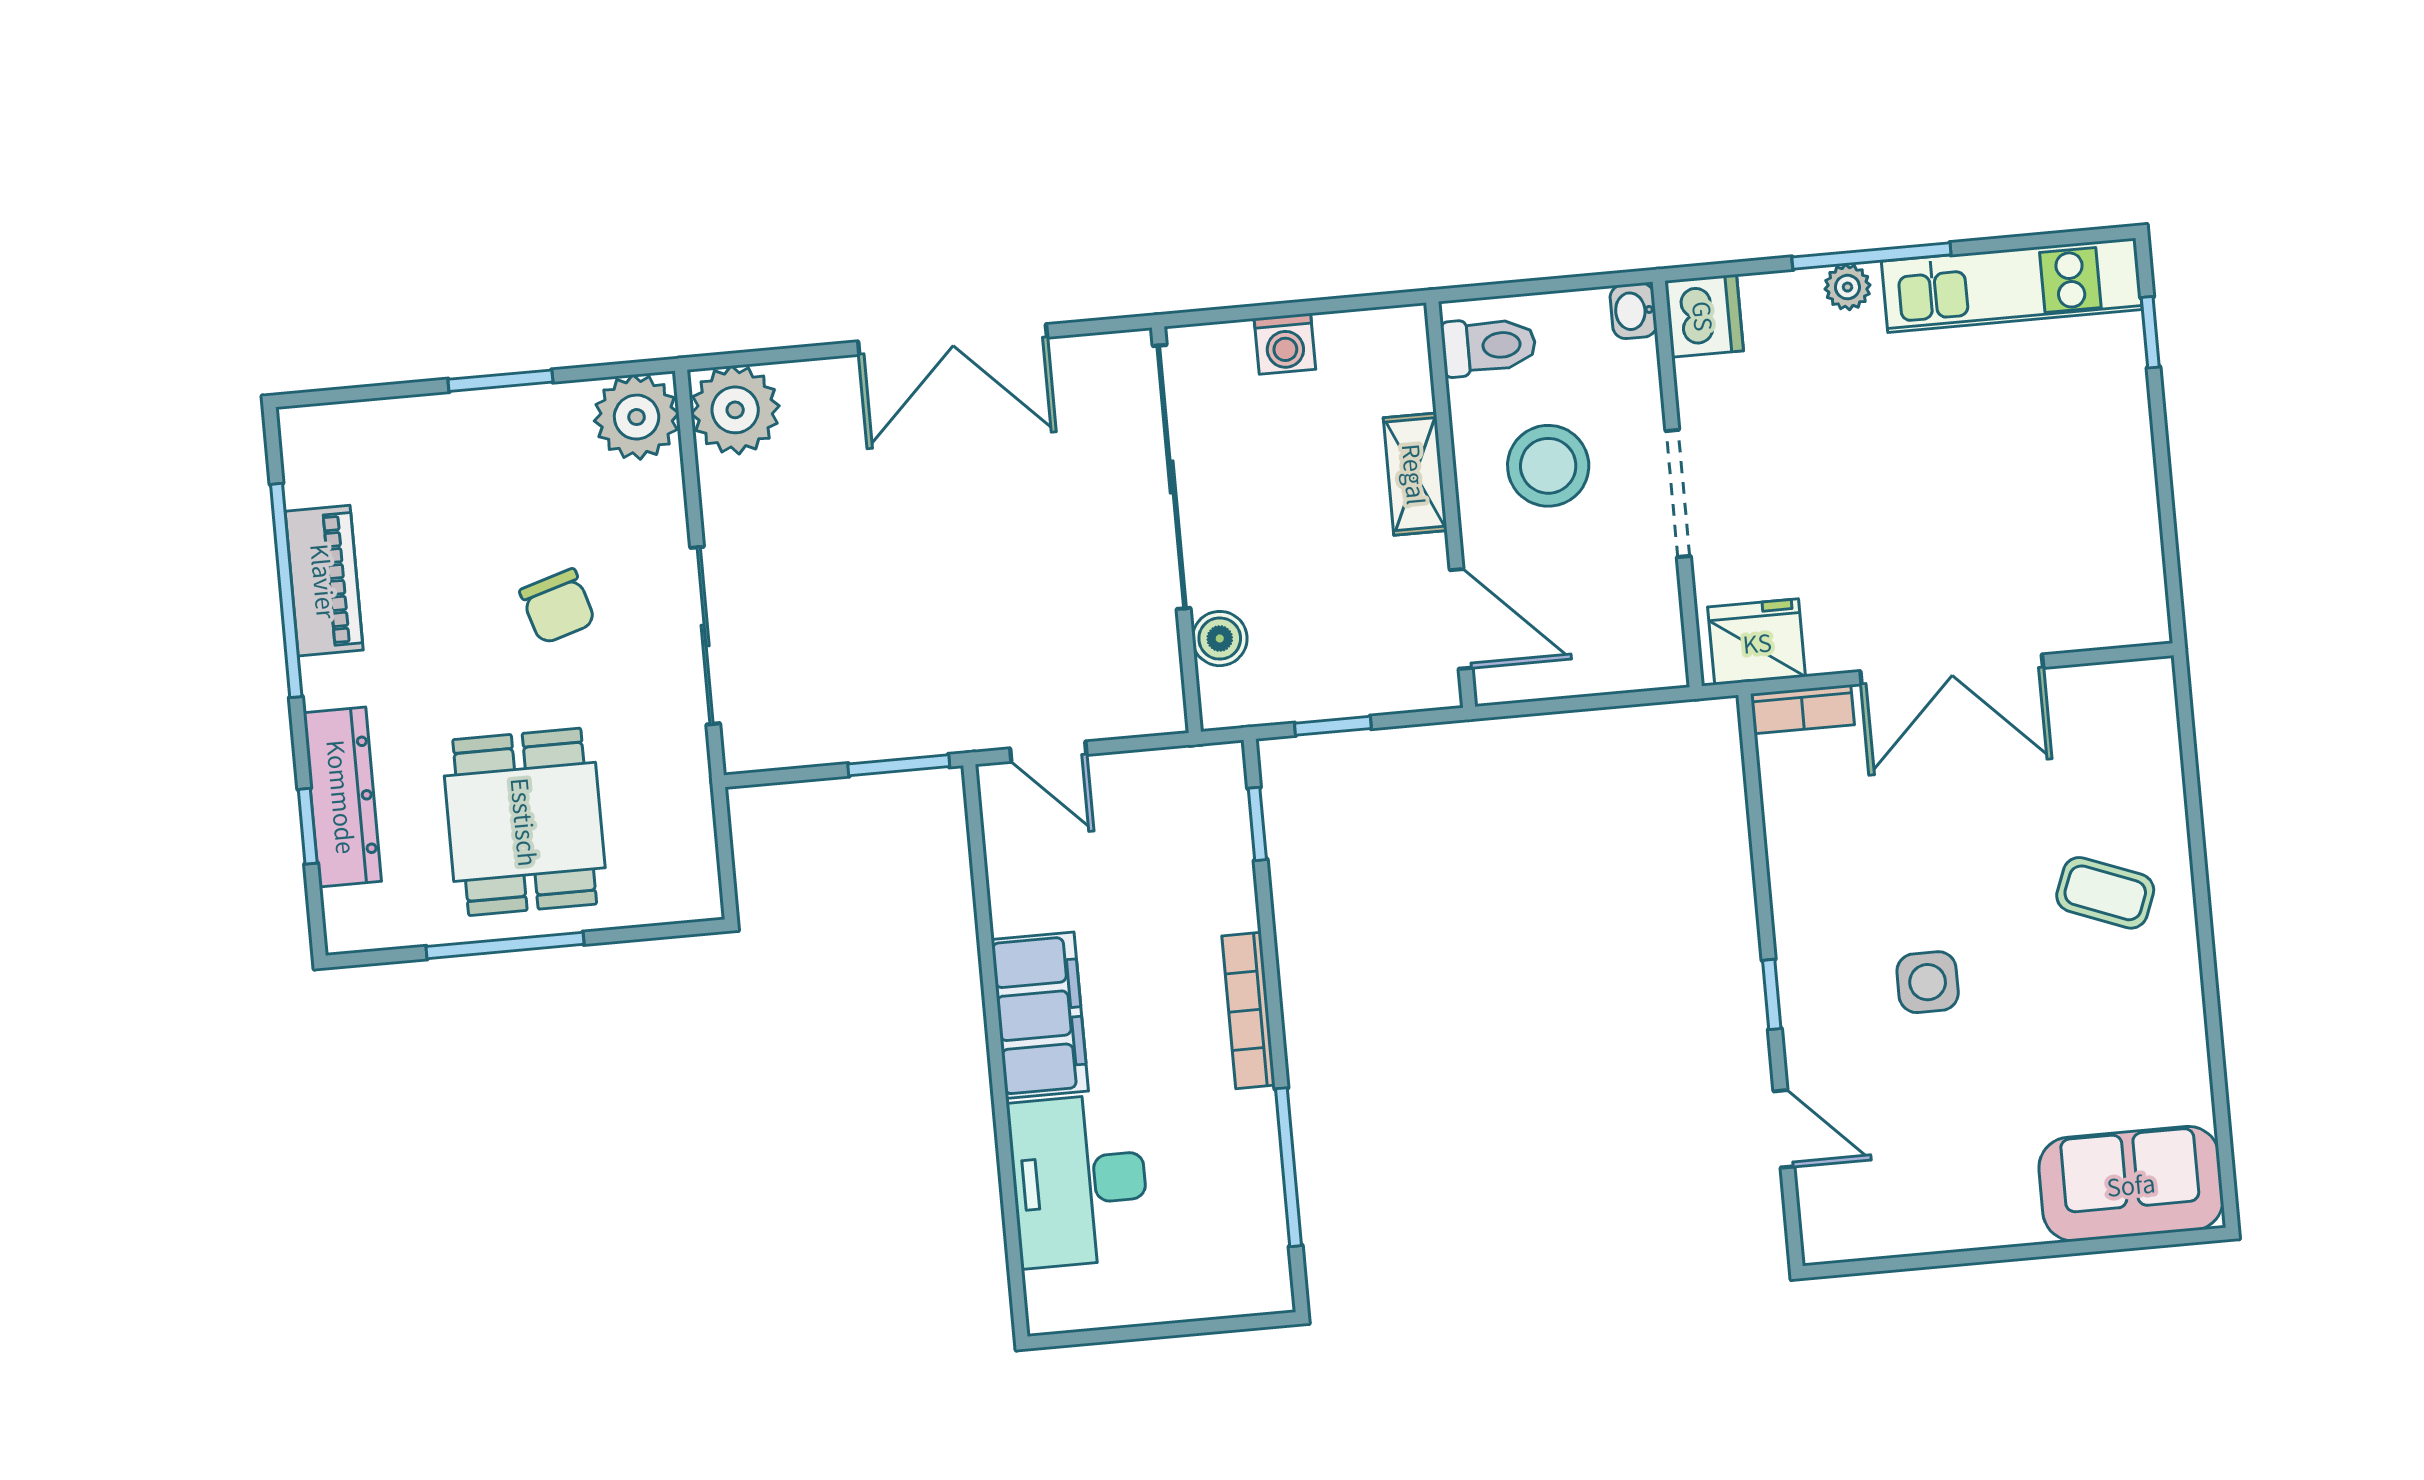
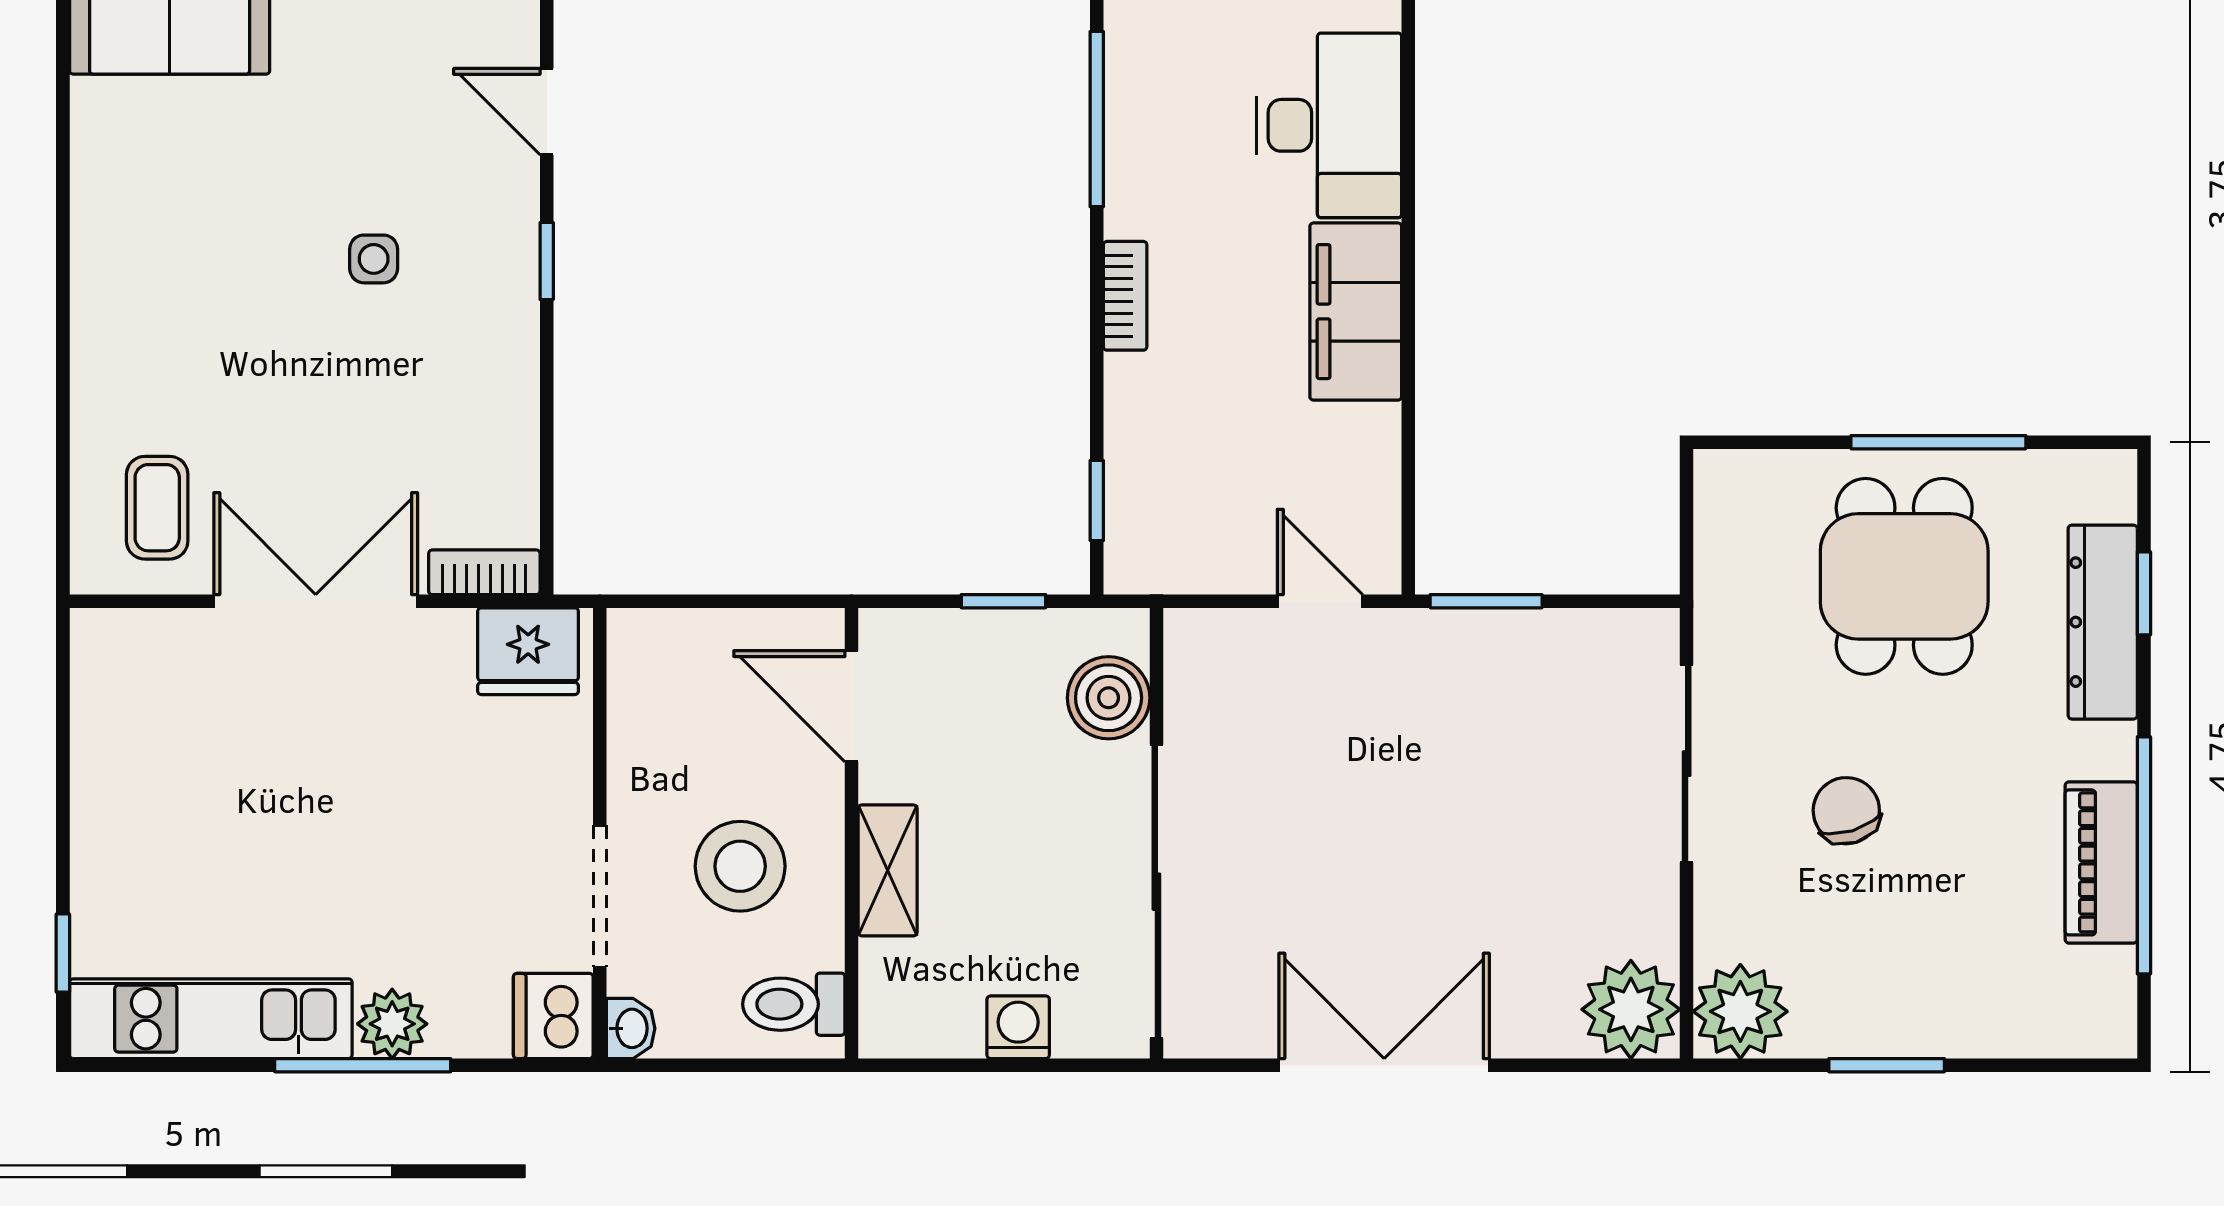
plant: (1847, 287) -> (392, 1024), width x1.38, depth x1.38
doorway: (1678, 493) -> (600, 896), moved
boiler: (1220, 639) -> (1109, 698), width x1.36, depth x1.36
coffee table: (2105, 893) -> (157, 508), moved, turned 69
side table: (1928, 982) -> (374, 259), width x0.73, depth x0.73
bookcase: (1248, 1010) -> (1125, 296), width x0.64

